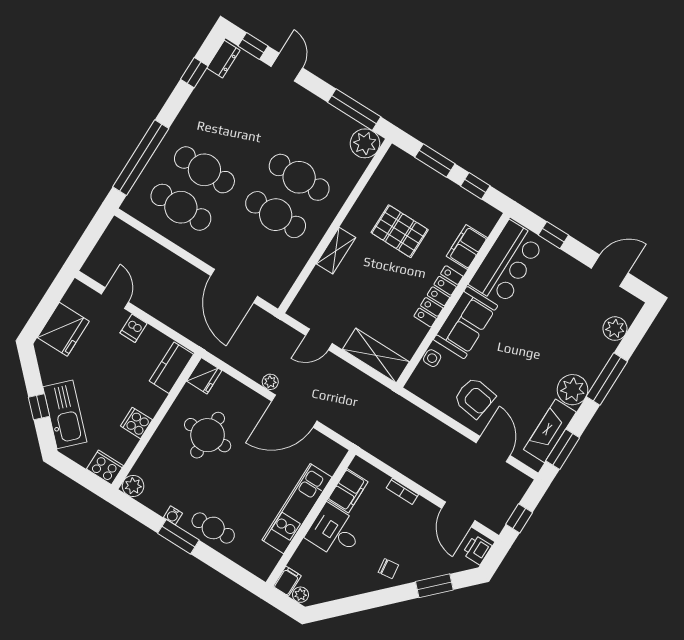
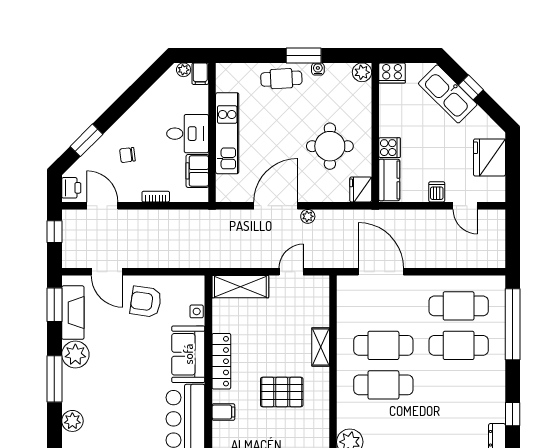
filing cabinet: (467, 247) -> (223, 412), width x0.50
cooker: (136, 423) -> (390, 148), moved
chair: (388, 569) -> (127, 155), moved

